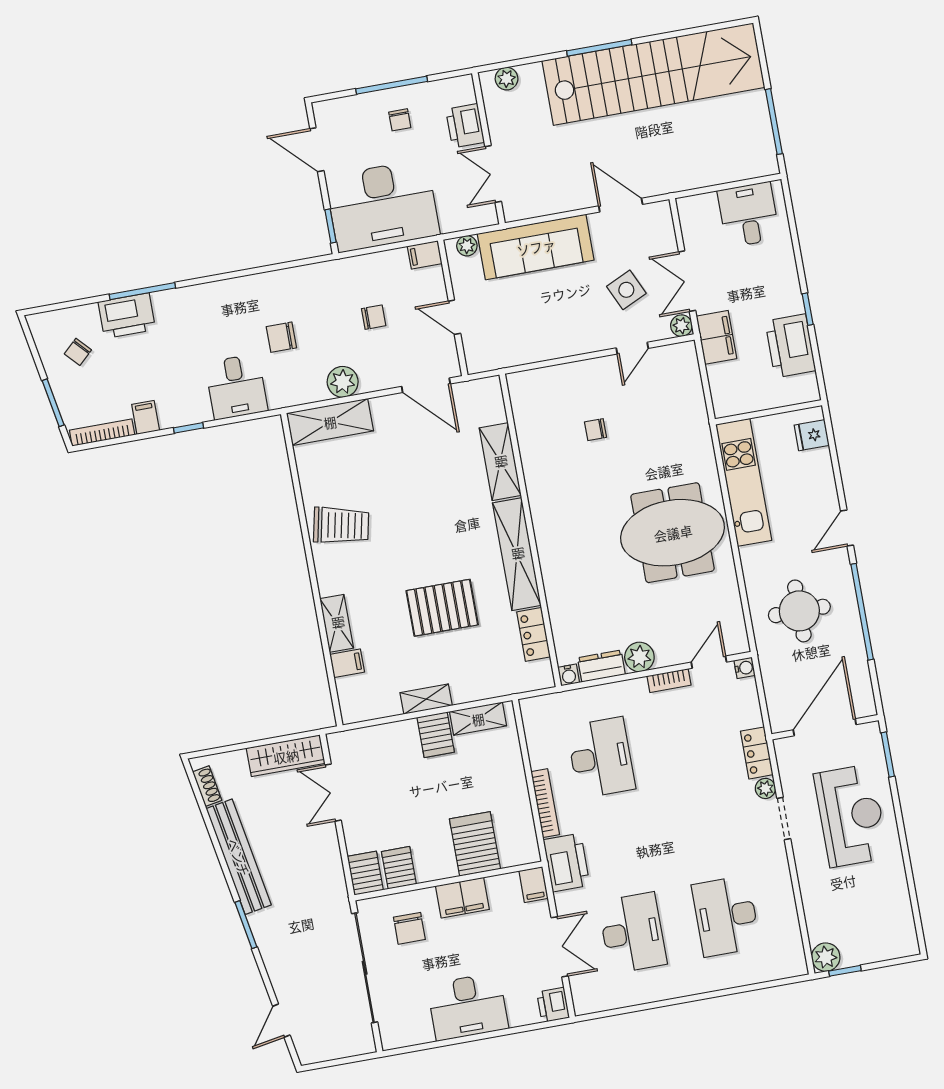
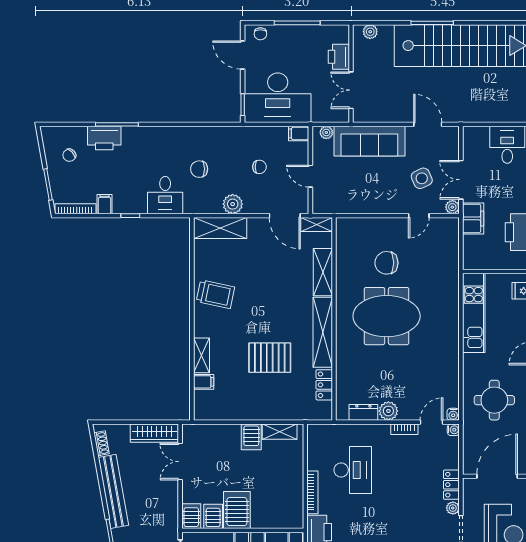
chair: (400, 120) -> (260, 34), moved
chair: (595, 430) -> (386, 263), width x1.87, depth x1.87
meeting table: (673, 533) -> (387, 316), moved
water cooler: (569, 675) -> (453, 414), moved
shelving: (426, 699) -> (317, 224), moved
server rack: (475, 844) -> (237, 510), moved

